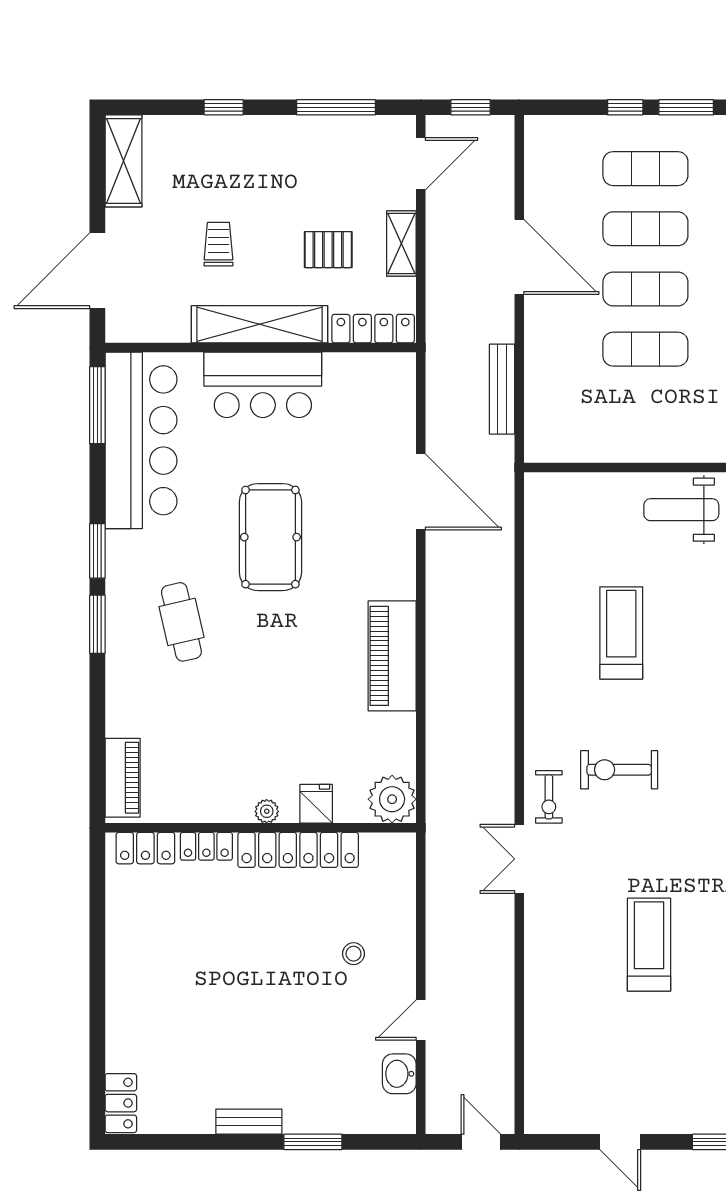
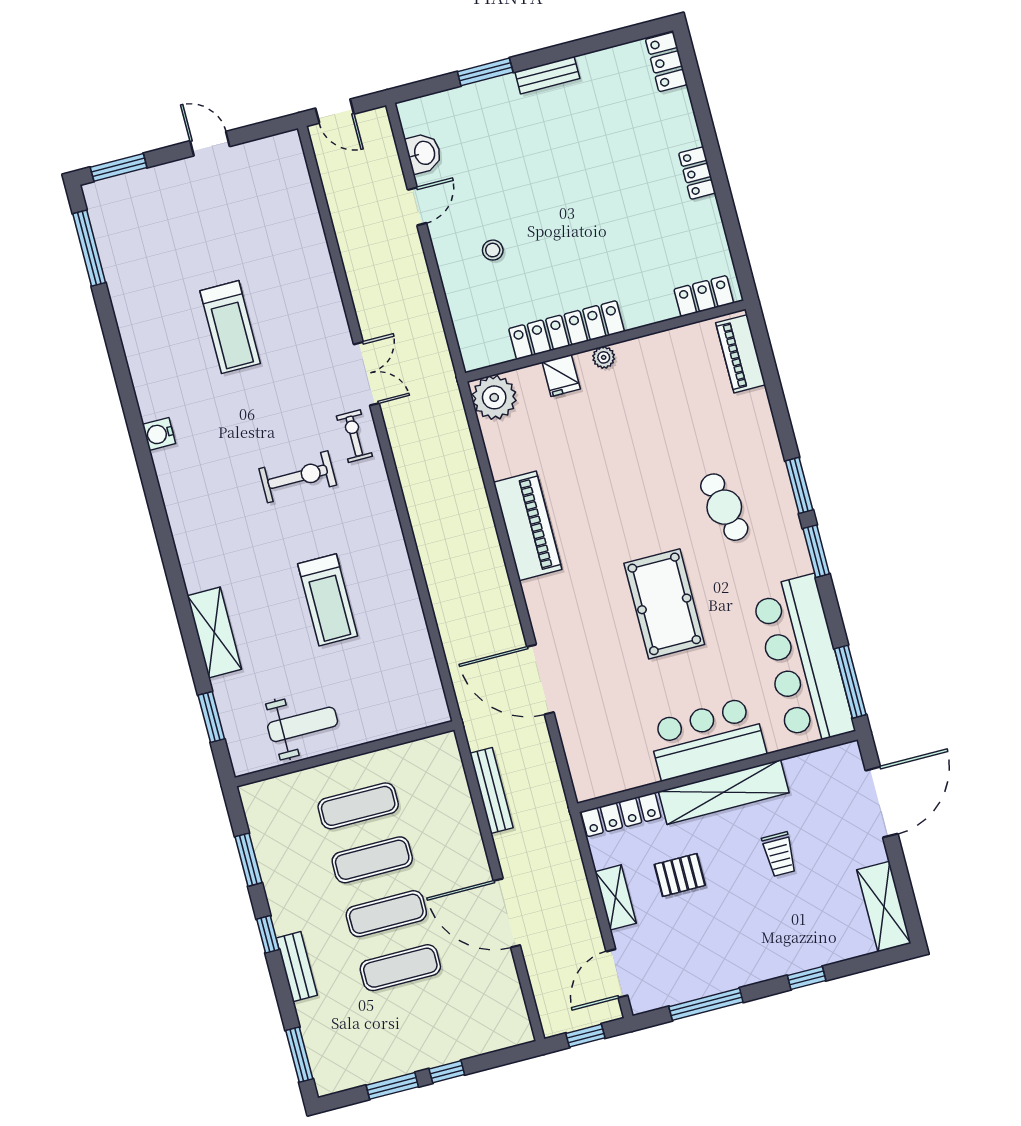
exercise mat: (645, 169) -> (358, 806), moved
locker: (206, 846) -> (697, 173), moved, turned -90

